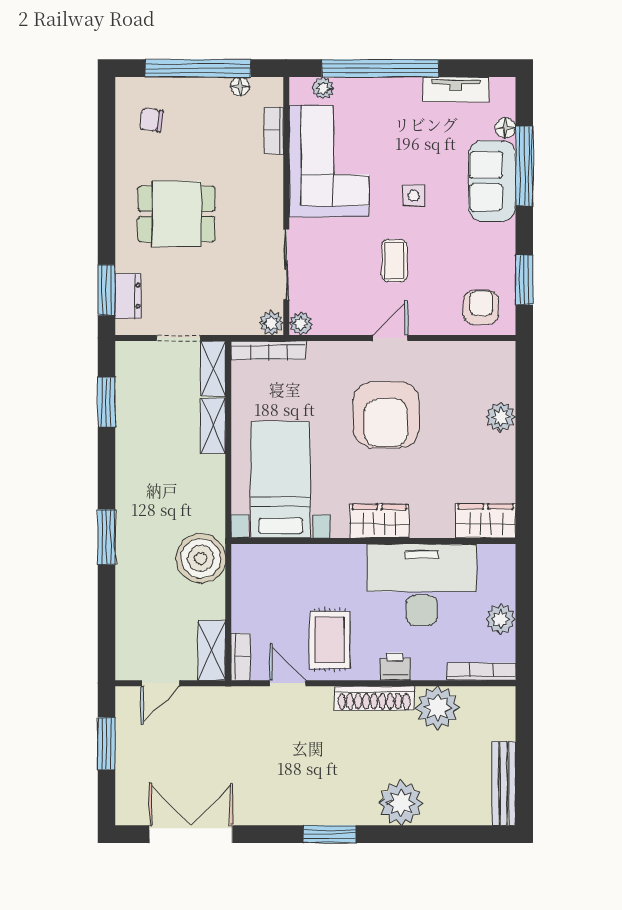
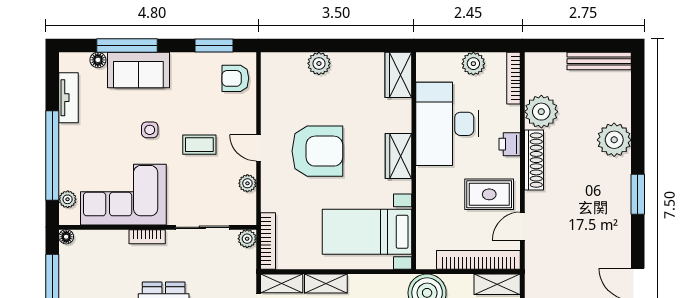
floor lamp: (240, 86) -> (66, 237), moved
bookcase: (274, 131) -> (147, 237), moved
plant: (301, 324) -> (247, 183), moved
bookcase: (241, 657) -> (478, 260), width x2.31, depth x1.31

